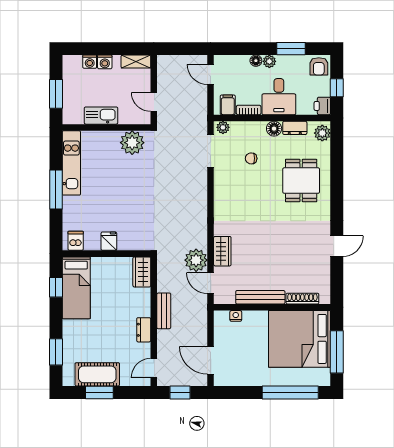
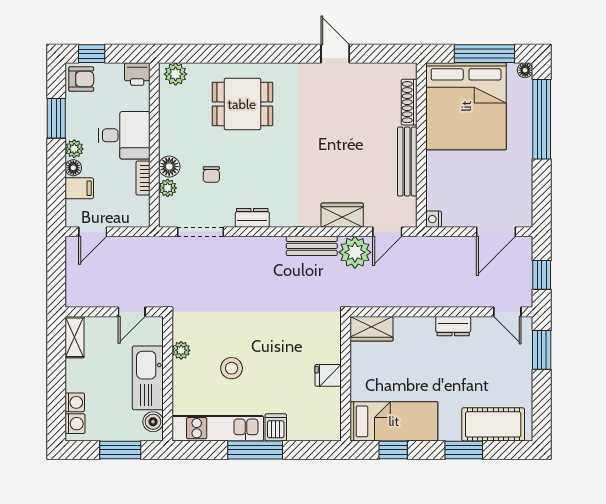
washing machine: (105, 62) -> (75, 424), moved
window: (337, 88) -> (92, 54), moved
filing cabinet: (228, 105) -> (79, 188), moved, turned 180
kitchen sink: (101, 116) -> (148, 378), width x1.36, depth x1.24
boiler: (76, 117) -> (153, 422), added
plant: (223, 127) -> (168, 188), moved
dresser: (295, 128) -> (252, 218), moved, turned -90
floor lamp: (274, 129) -> (169, 167), moved
plant: (132, 143) -> (181, 350), width x0.53, depth x0.53
stool: (114, 173) -> (232, 368), added
dishwasher: (76, 241) -> (276, 427), moved, turned 90
bench: (164, 311) -> (312, 246), moved
nightstand: (236, 316) -> (434, 219), moved
window: (56, 352) -> (464, 450), moved
cot: (97, 374) -> (493, 424), moved, turned 90
floor lamp: (325, 381) -> (525, 70), added
window: (99, 392) -> (542, 350), moved

